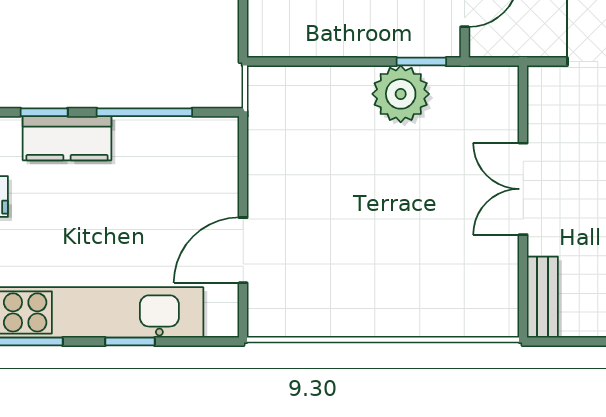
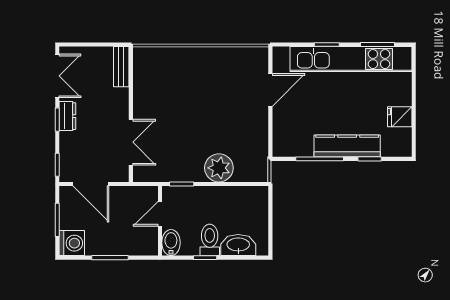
plant: (401, 94) -> (219, 168), moved
kitchen counter: (67, 138) -> (347, 146), width x1.50
double door: (523, 189) -> (131, 142), moved

